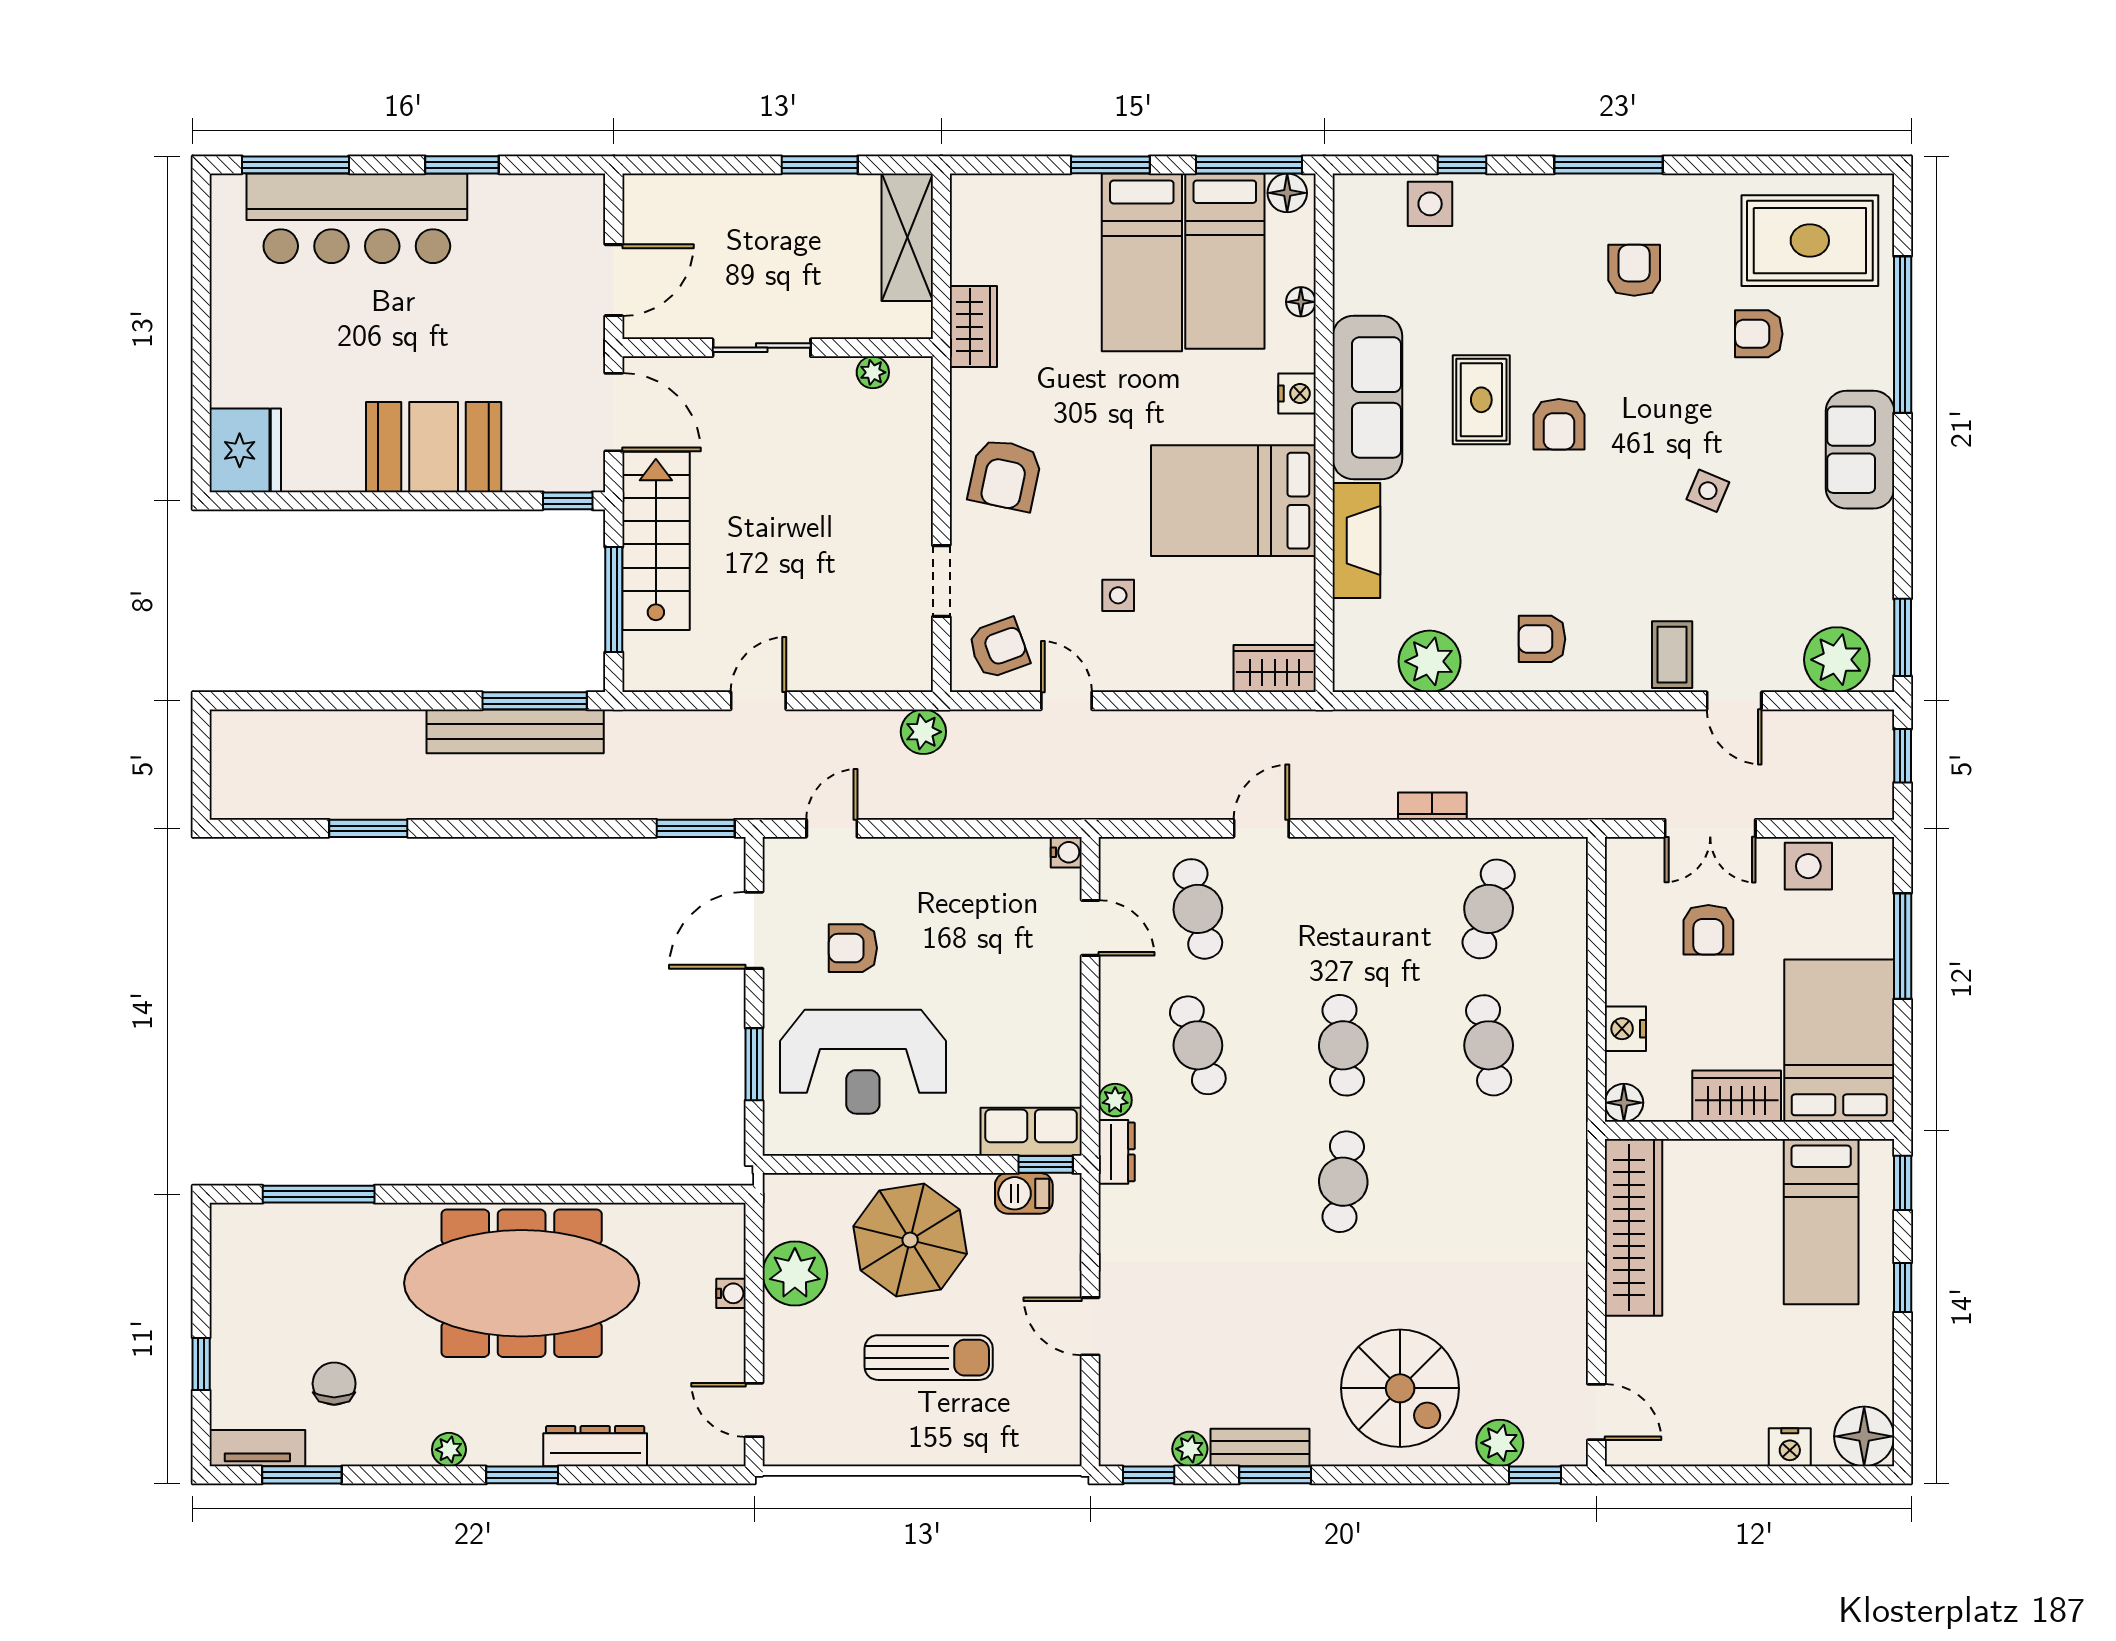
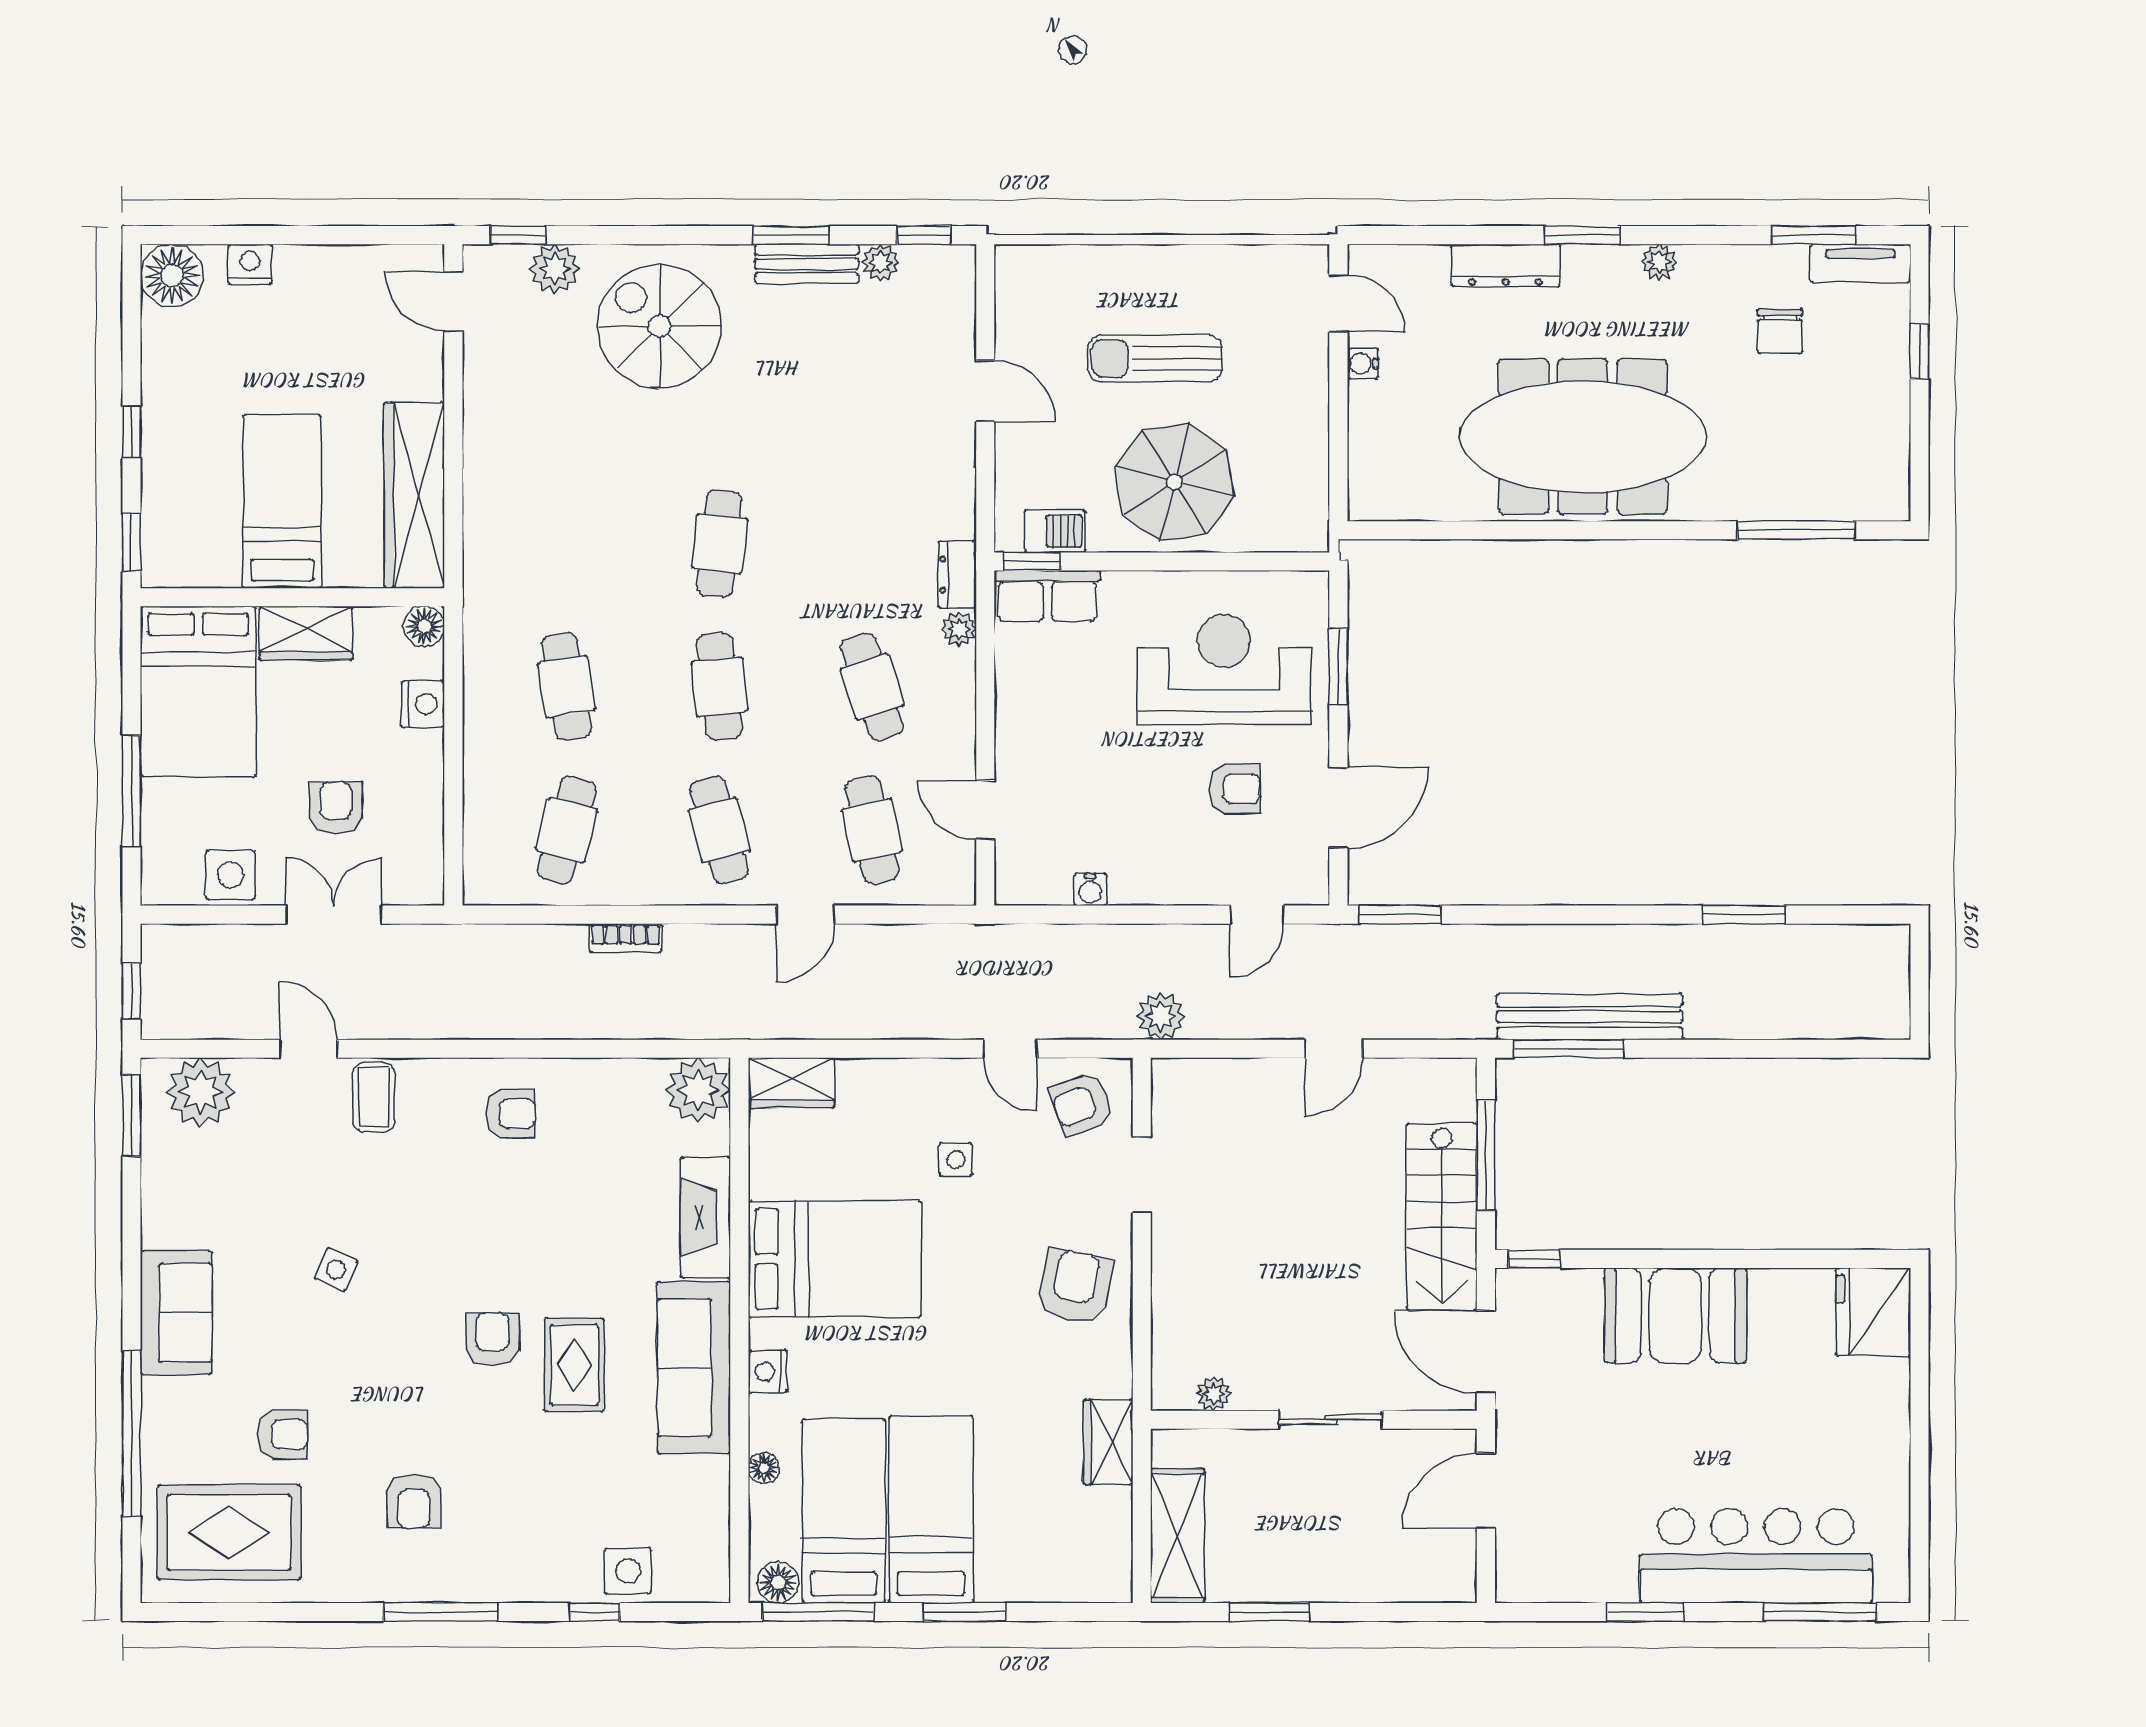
plant: (1430, 661) -> (698, 1090), moved
water cooler: (1066, 852) -> (1090, 890), moved, turned -90
cafe table: (1343, 909) -> (719, 830), added
bed: (1821, 1222) -> (282, 501), moved
plant: (795, 1274) -> (1296, 447), removed
water cooler: (731, 1293) -> (1363, 363), moved

